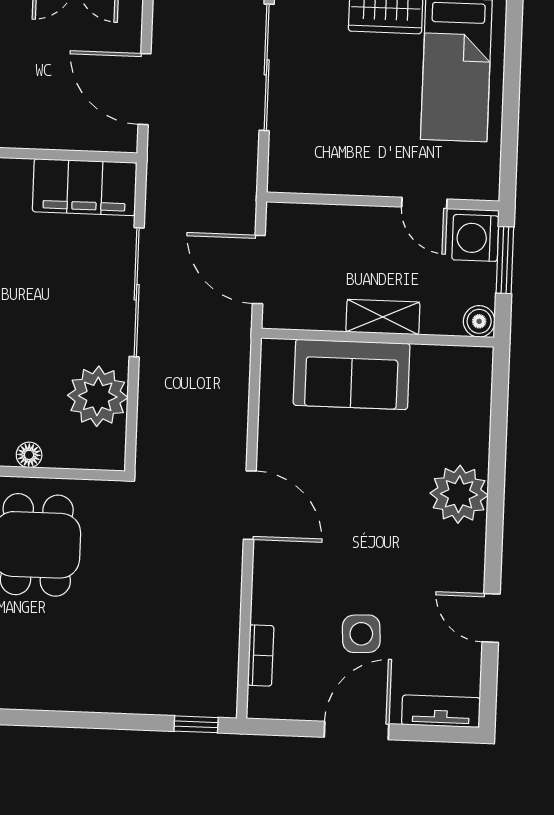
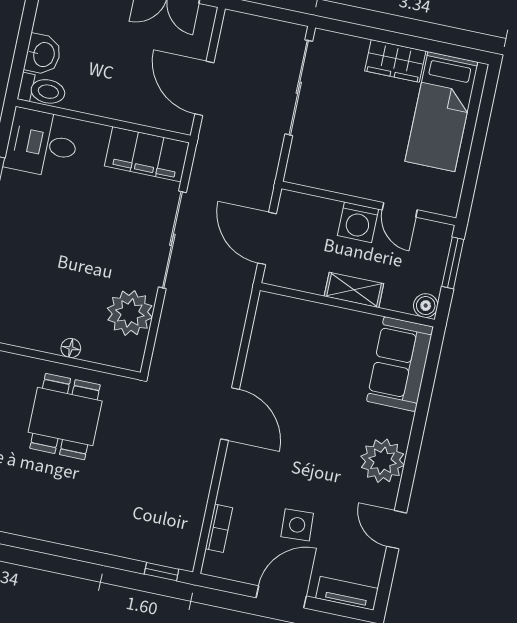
washing machine: (475, 238) -> (358, 222), moved, turned -90
sofa: (352, 374) -> (400, 364), moved, turned 90
plant: (459, 494) -> (382, 461), moved

